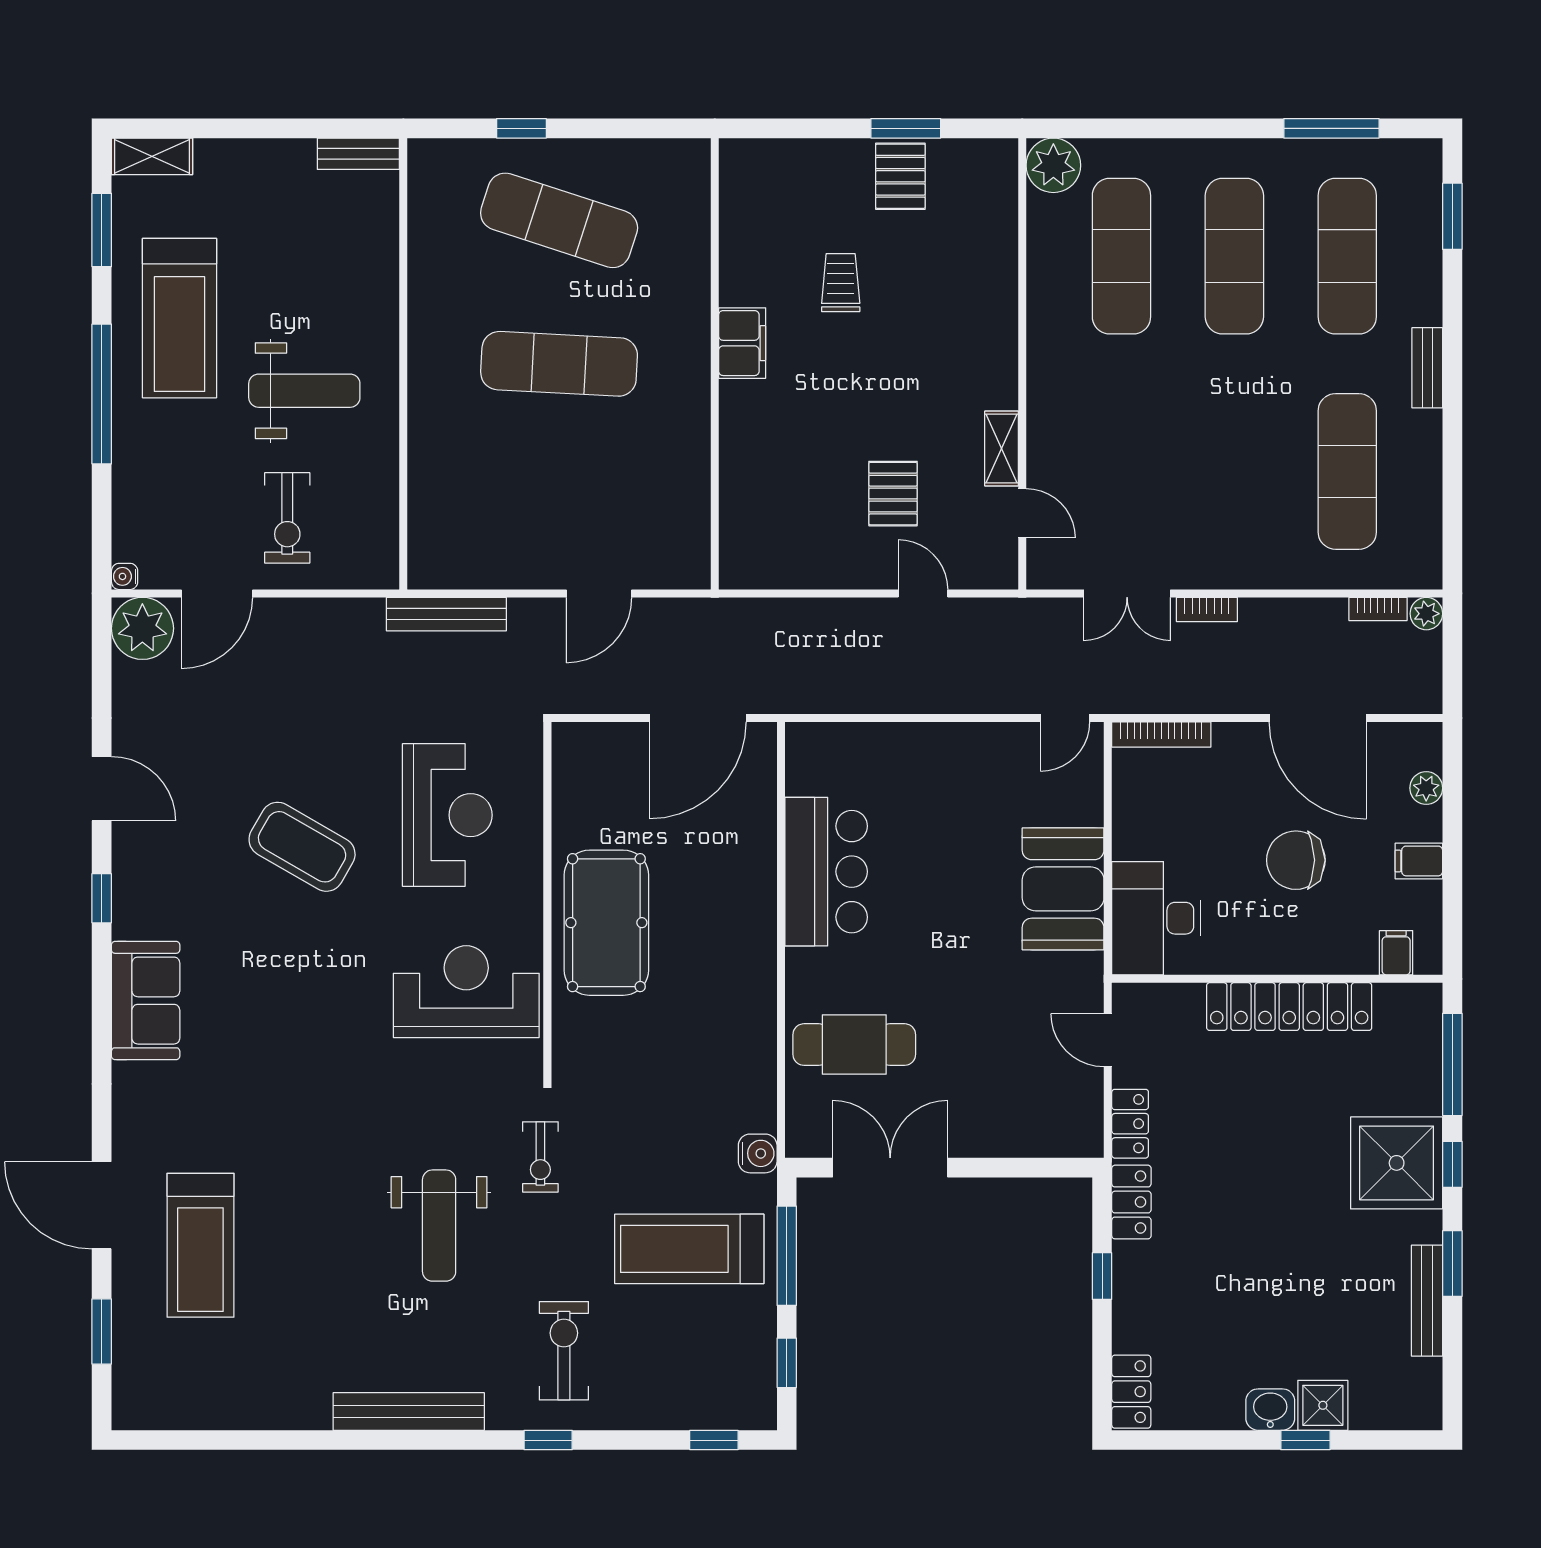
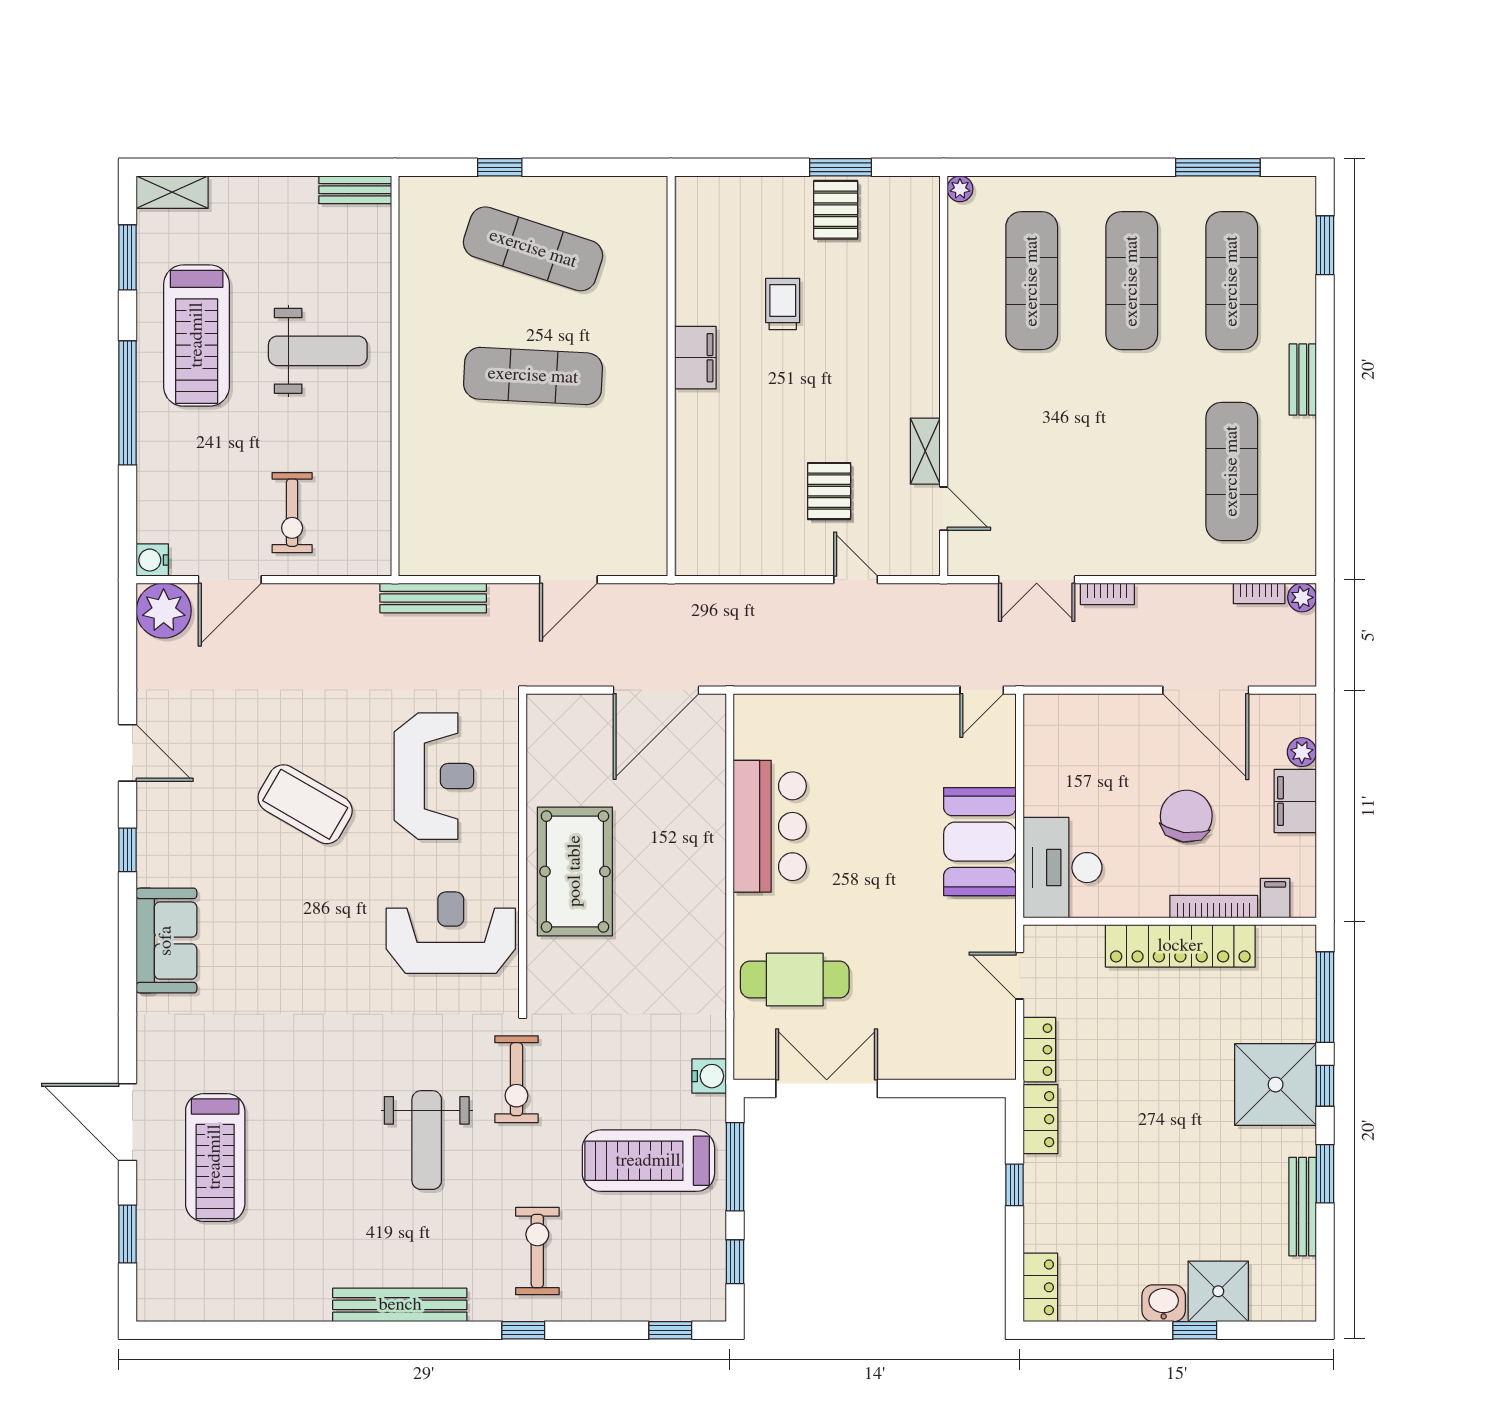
plant: (1053, 165) -> (960, 189), width x0.53, depth x0.53
weight bench: (304, 391) -> (318, 351), moved
water cooler: (125, 576) -> (152, 560), width x1.38, depth x1.38
bookcase: (1161, 735) -> (1214, 907), moved, turned 180
chair: (1296, 860) -> (1186, 816), turned 98
filing cabinet: (1419, 861) -> (1295, 801), width x2.00
exercise bike: (540, 1157) -> (516, 1079), width x1.38, depth x1.39
shower: (1323, 1405) -> (1218, 1291), width x1.36, depth x1.36

